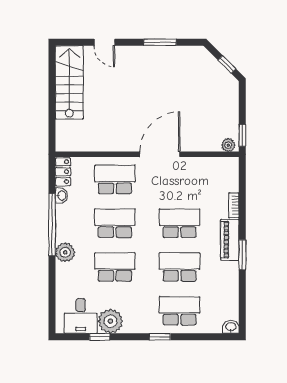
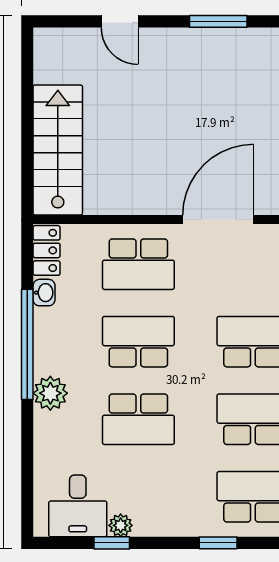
stairs: (69, 82) -> (58, 150), moved
school desk: (115, 179) -> (138, 264), turned 180
school desk: (115, 267) -> (138, 419), turned 180
plant: (111, 321) -> (121, 525), width x0.53, depth x0.53

